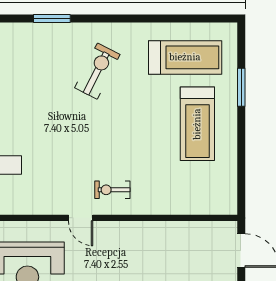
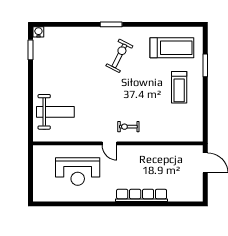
window: (52, 18) -> (111, 24), moved
treadmill: (197, 124) -> (179, 87), width x0.73, depth x0.73

